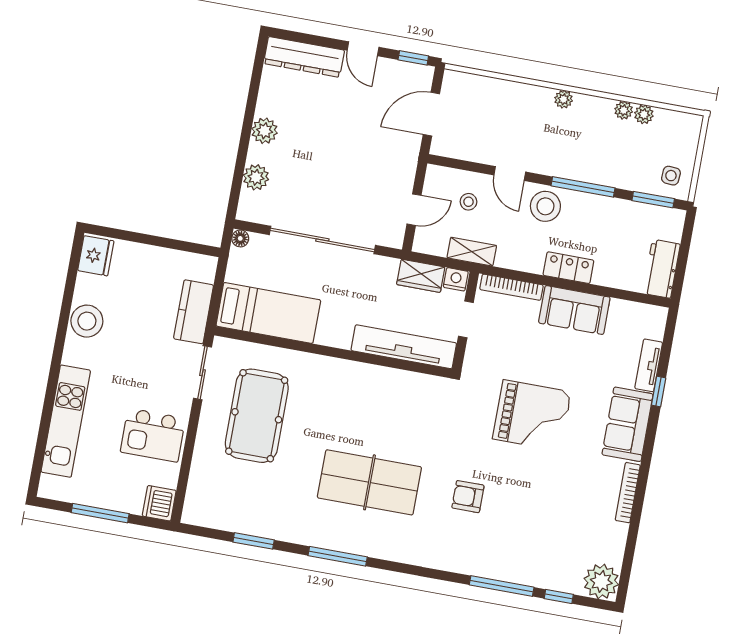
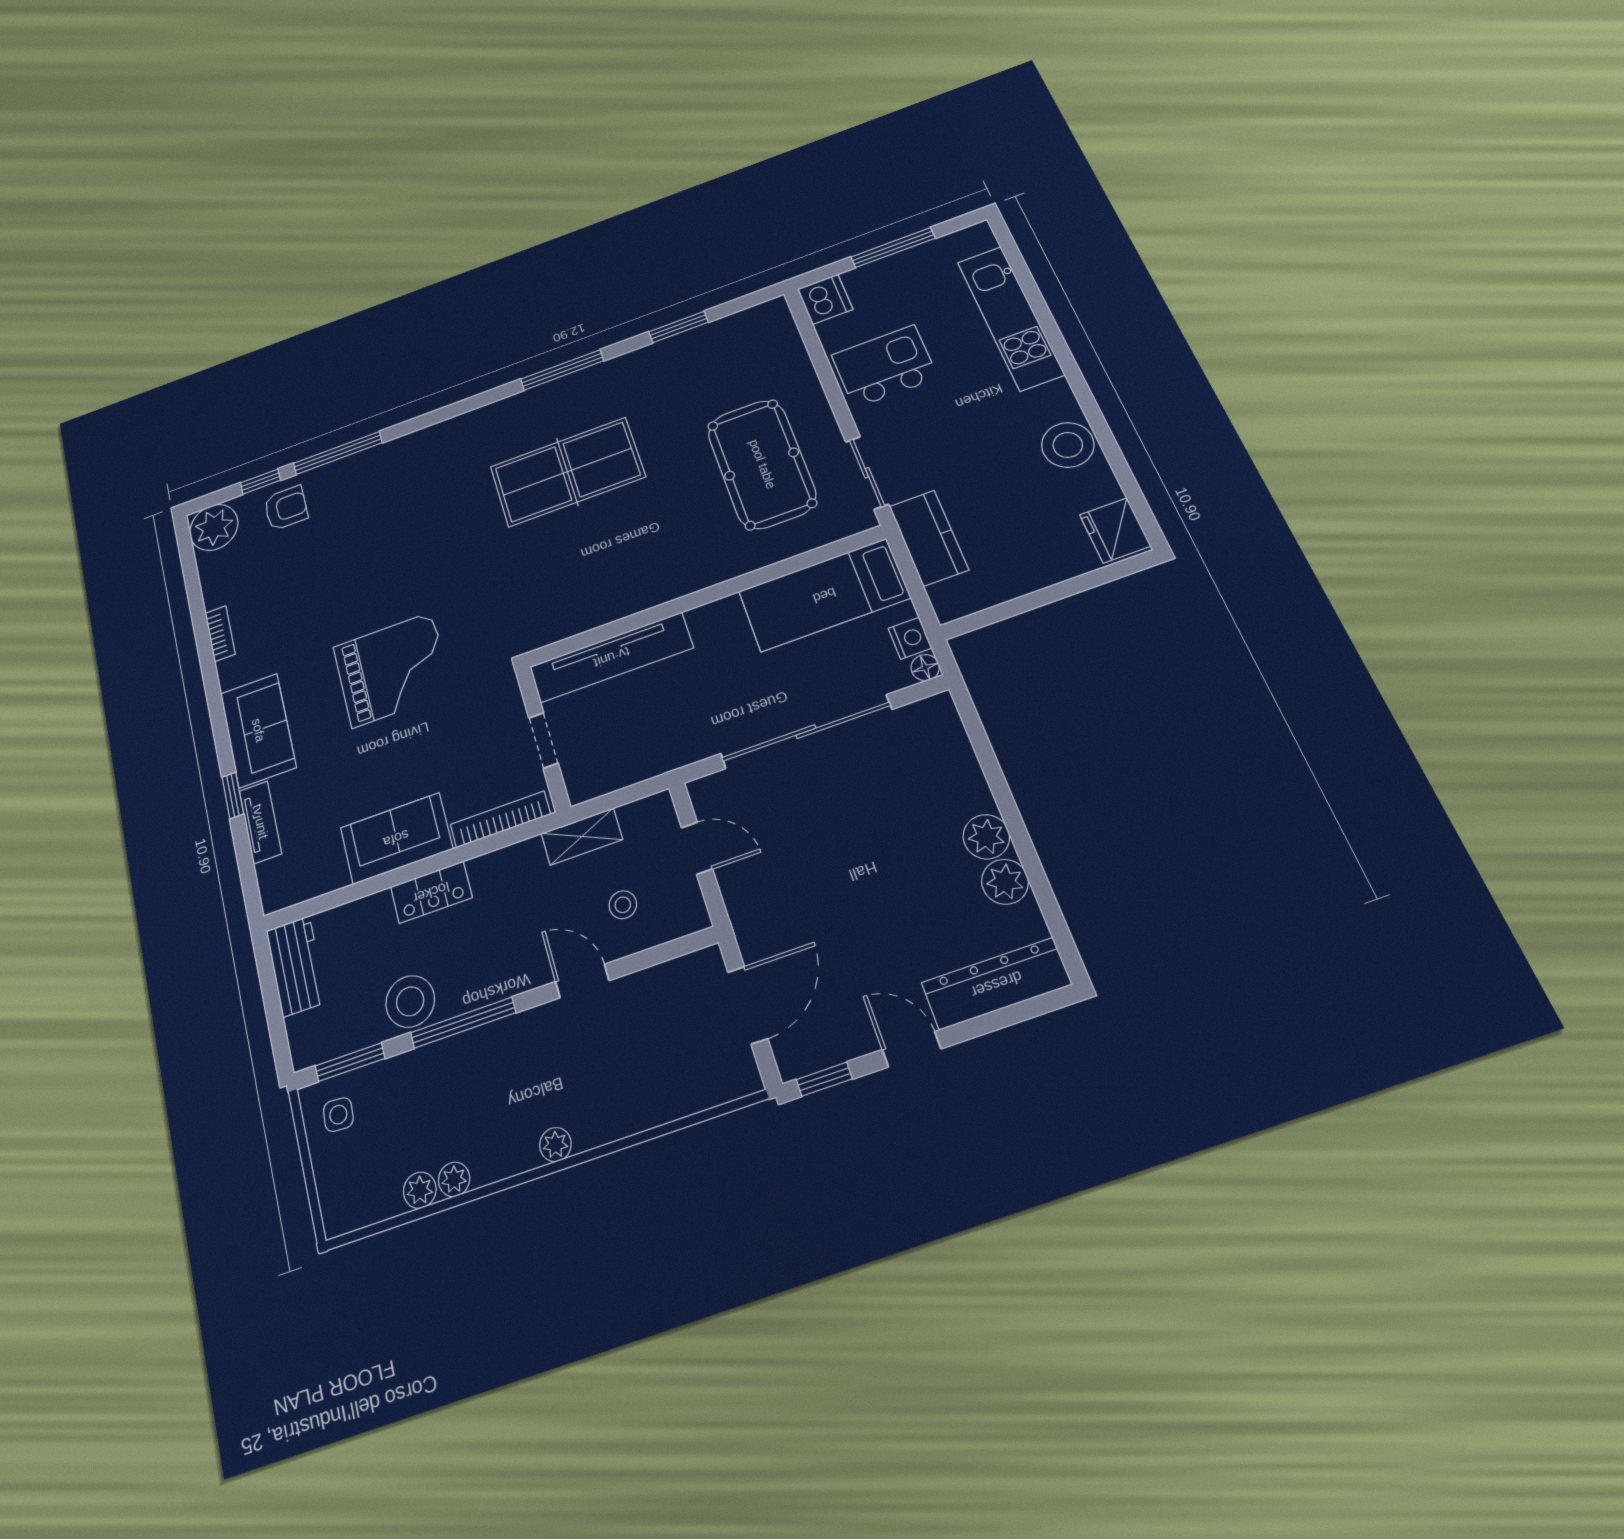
plant: (256, 177) -> (1005, 882), moved
stool: (545, 206) -> (410, 1001), moved
door: (414, 210) -> (697, 848), swing flipped
wardrobe: (421, 276) -> (638, 762), removed
nightstand: (456, 279) -> (910, 638), moved, turned -90
grand piano: (532, 415) -> (392, 669), turned 180
bookcase: (628, 493) -> (220, 634), width x0.64
armchair: (468, 497) -> (286, 508), moved

